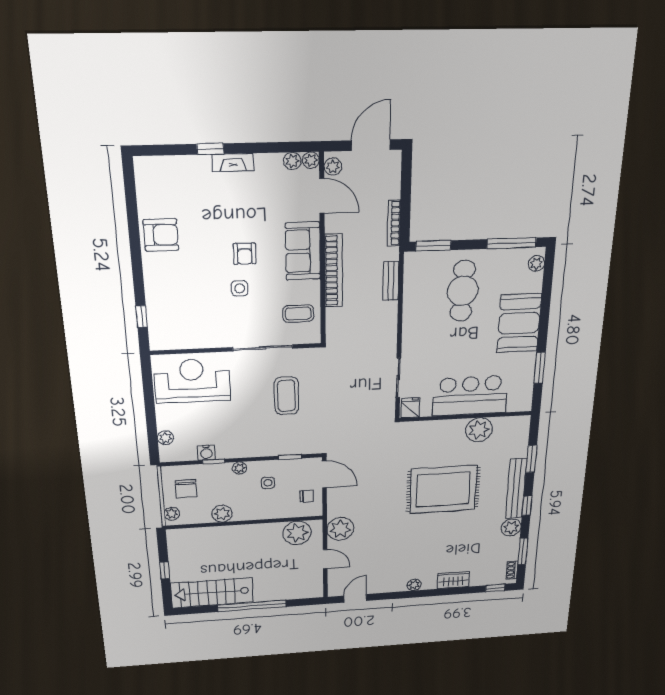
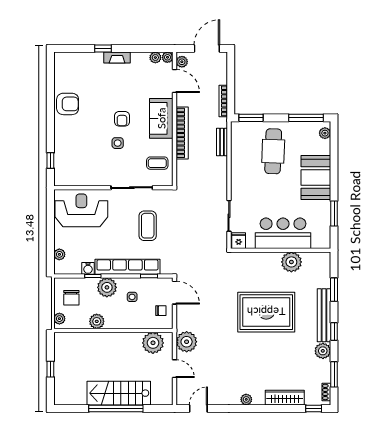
row of seats: (260, 448) -> (127, 267), added
plant: (240, 468) -> (107, 287), width x1.88, depth x1.88
wardrobe: (453, 580) -> (285, 398), width x1.50
stairs: (212, 593) -> (119, 393), moved

